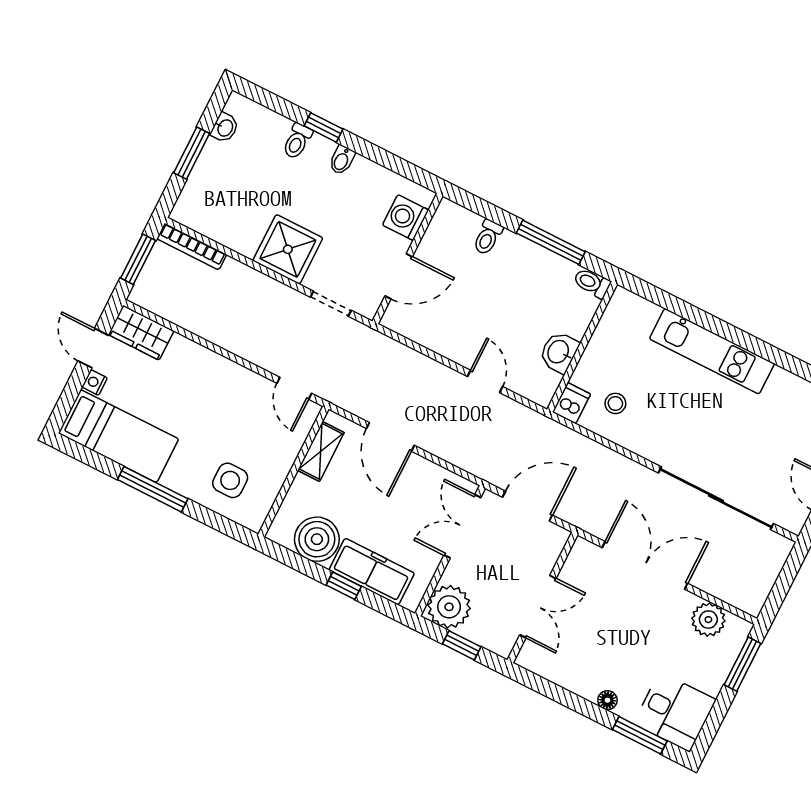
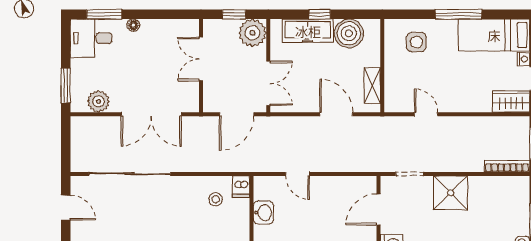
door: (294, 388) -> (426, 114), moved

